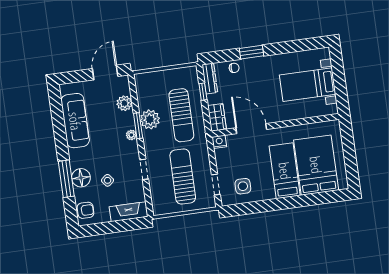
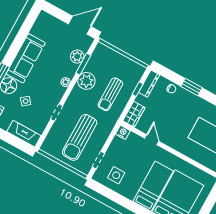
sun lounger: (181, 115) -> (110, 94), width x0.73, depth x0.75
sofa: (75, 121) -> (26, 58), moved
window: (138, 126) -> (83, 64), moved
door: (251, 129) -> (152, 140), width x0.53
sun lounger: (183, 177) -> (80, 137), turned 180

